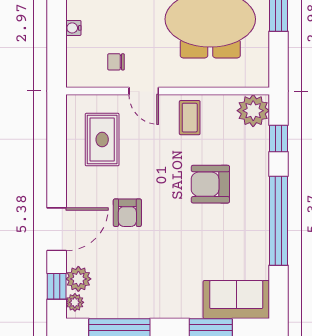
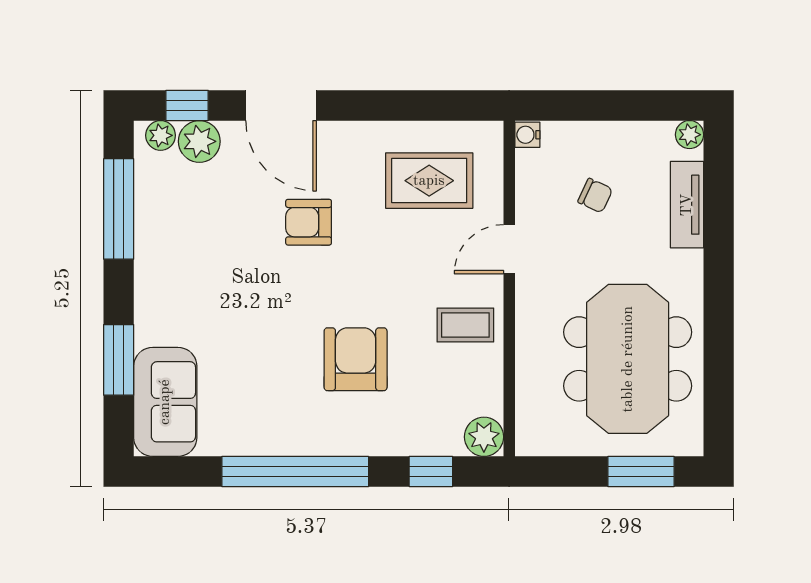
water cooler: (73, 28) -> (527, 135), moved, turned -90
chair: (116, 62) -> (595, 196), moved, turned 115
plant: (253, 111) -> (484, 437), width x0.73, depth x0.73

